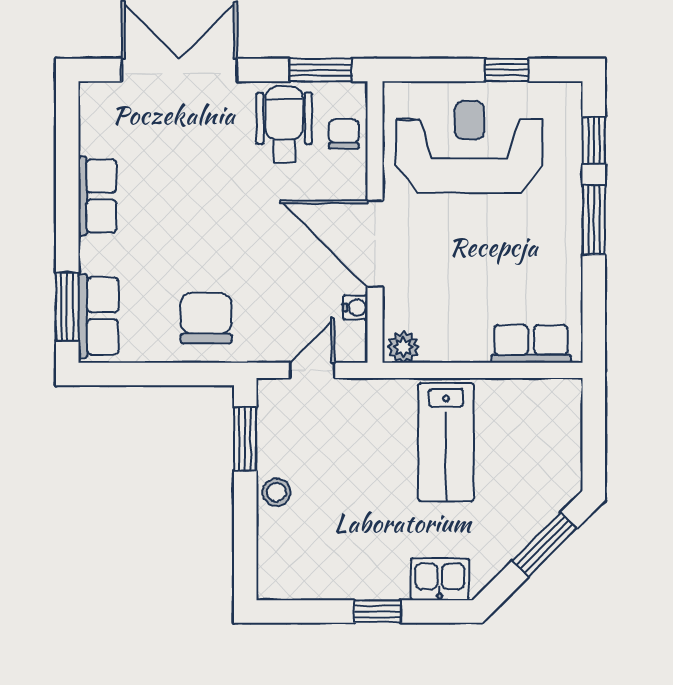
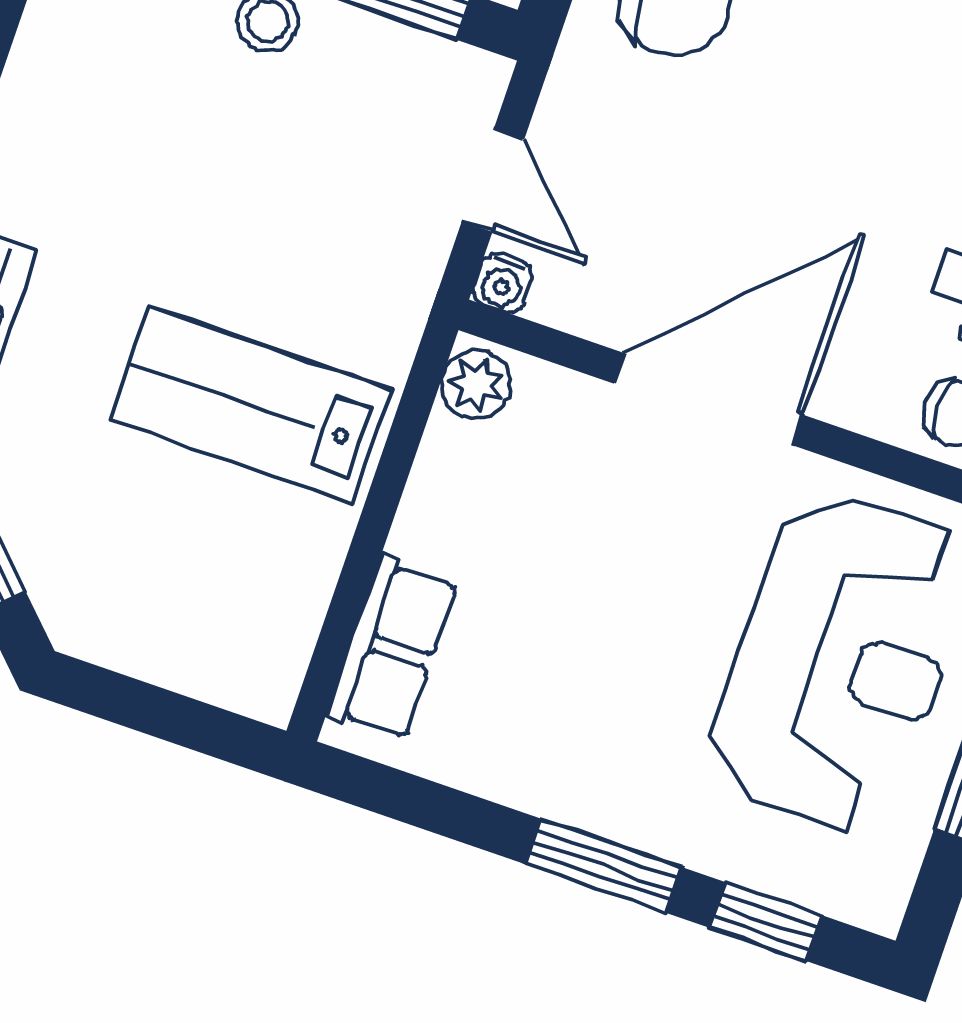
water cooler: (355, 307) -> (503, 283), moved

